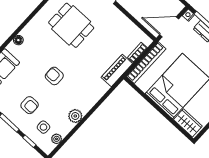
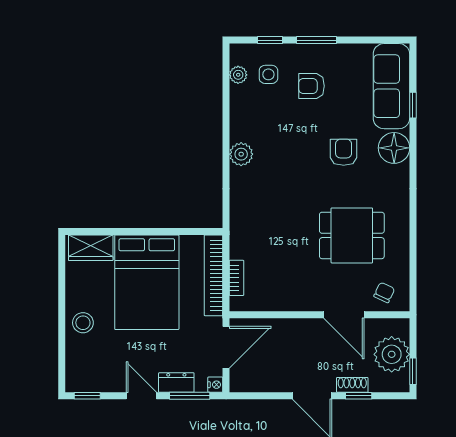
floor lamp: (18, 40) -> (394, 148), width x1.89, depth x1.89
piano: (117, 70) -> (242, 231), removed
armchair: (54, 76) -> (344, 152), moved, turned -90
plant: (75, 116) -> (241, 154), moved

